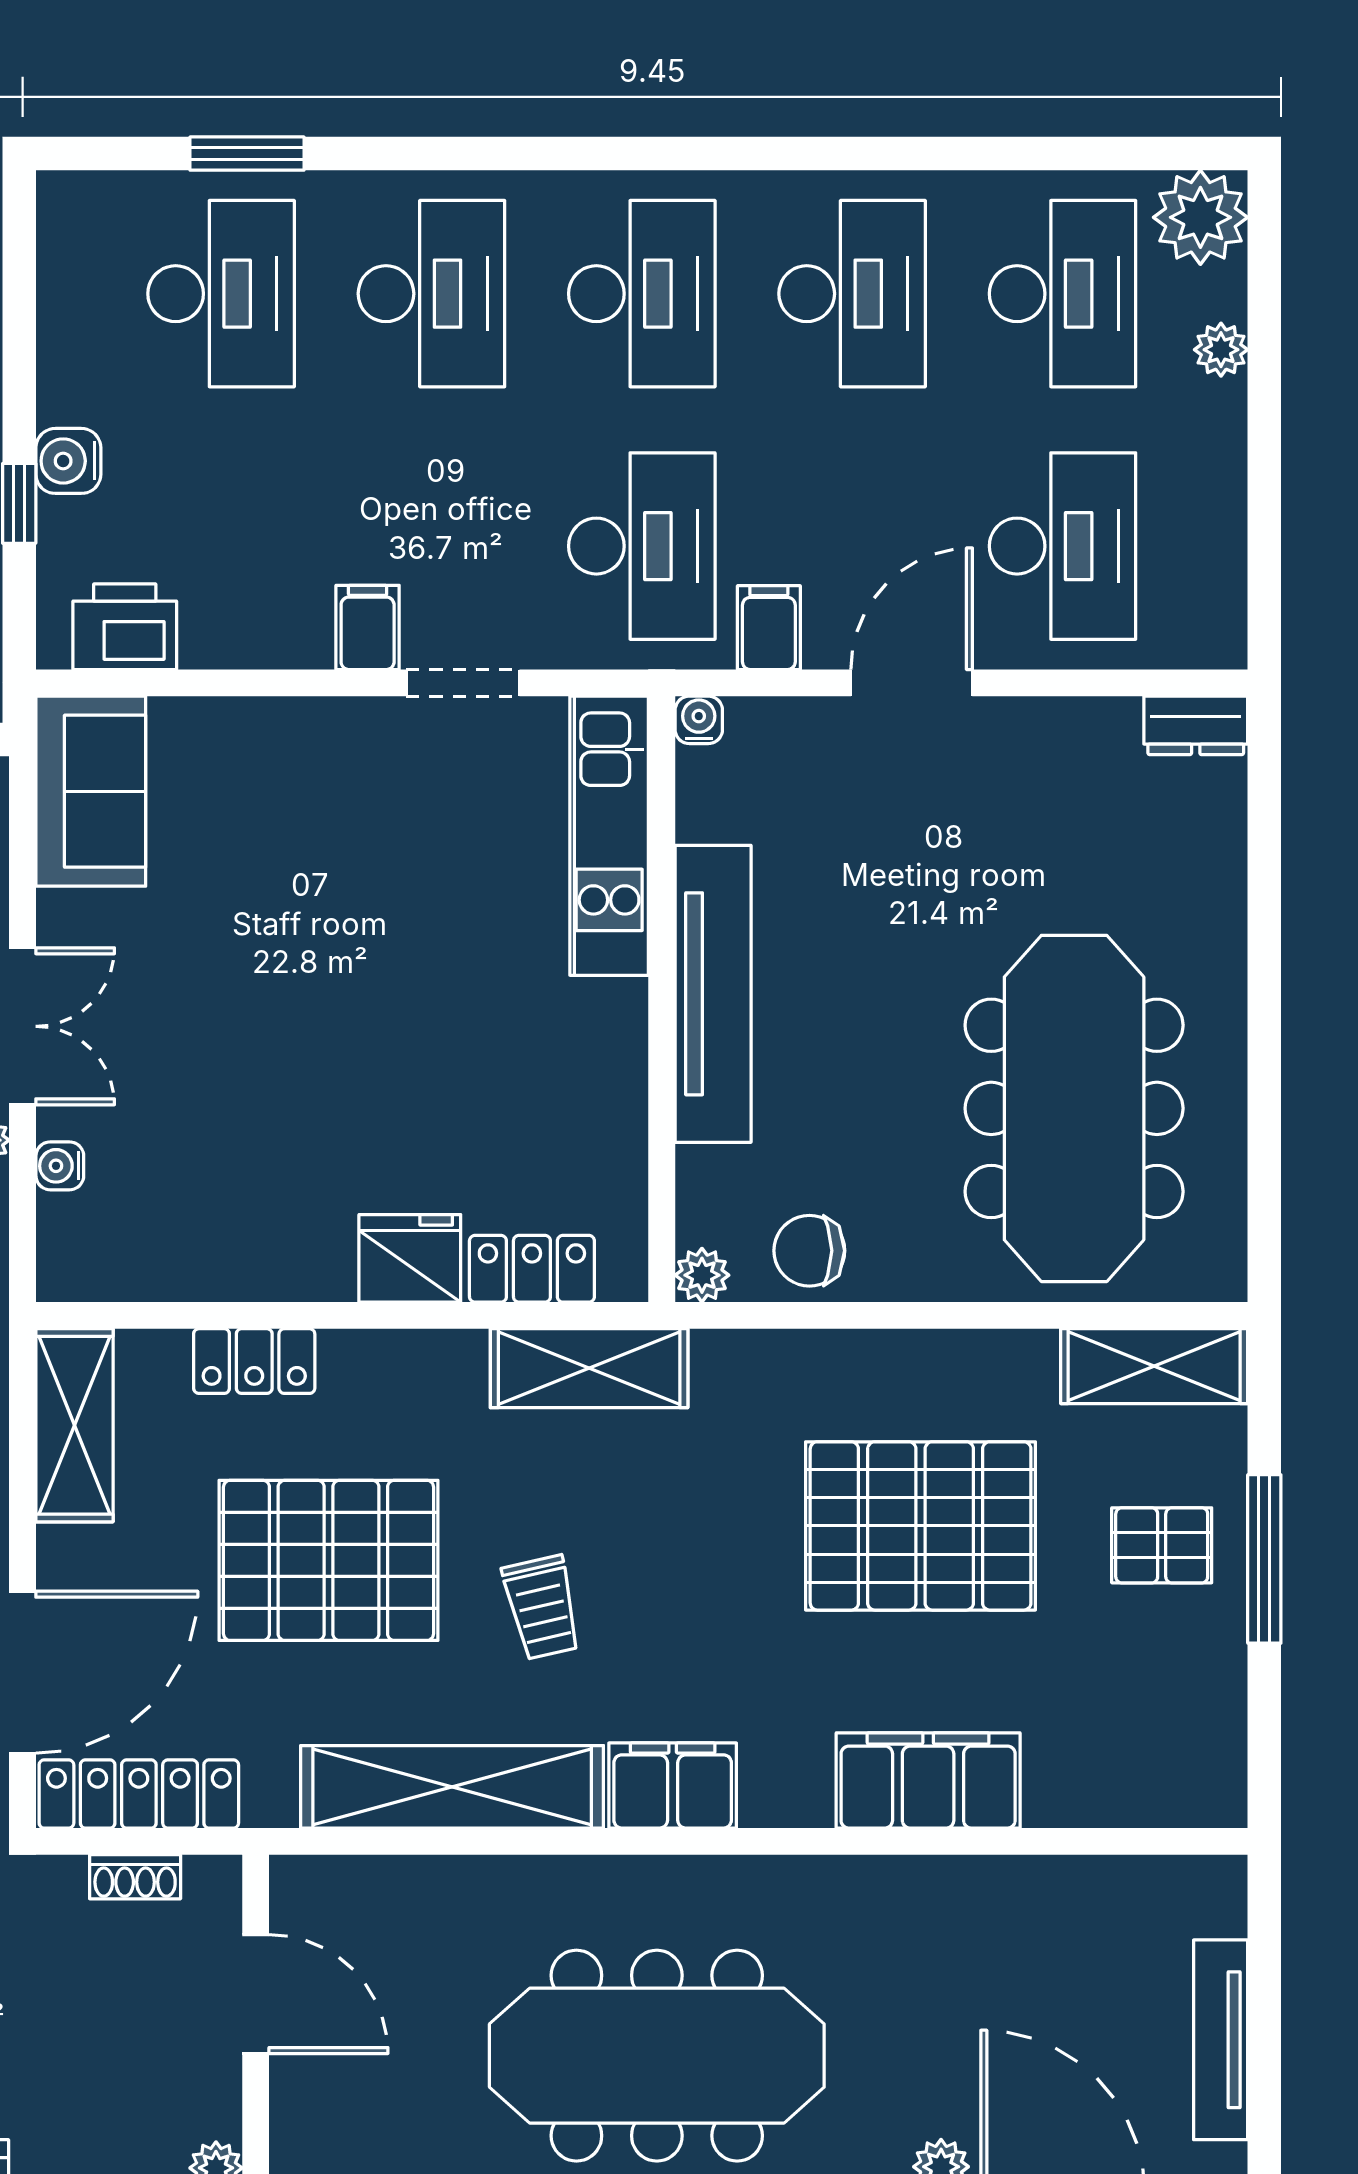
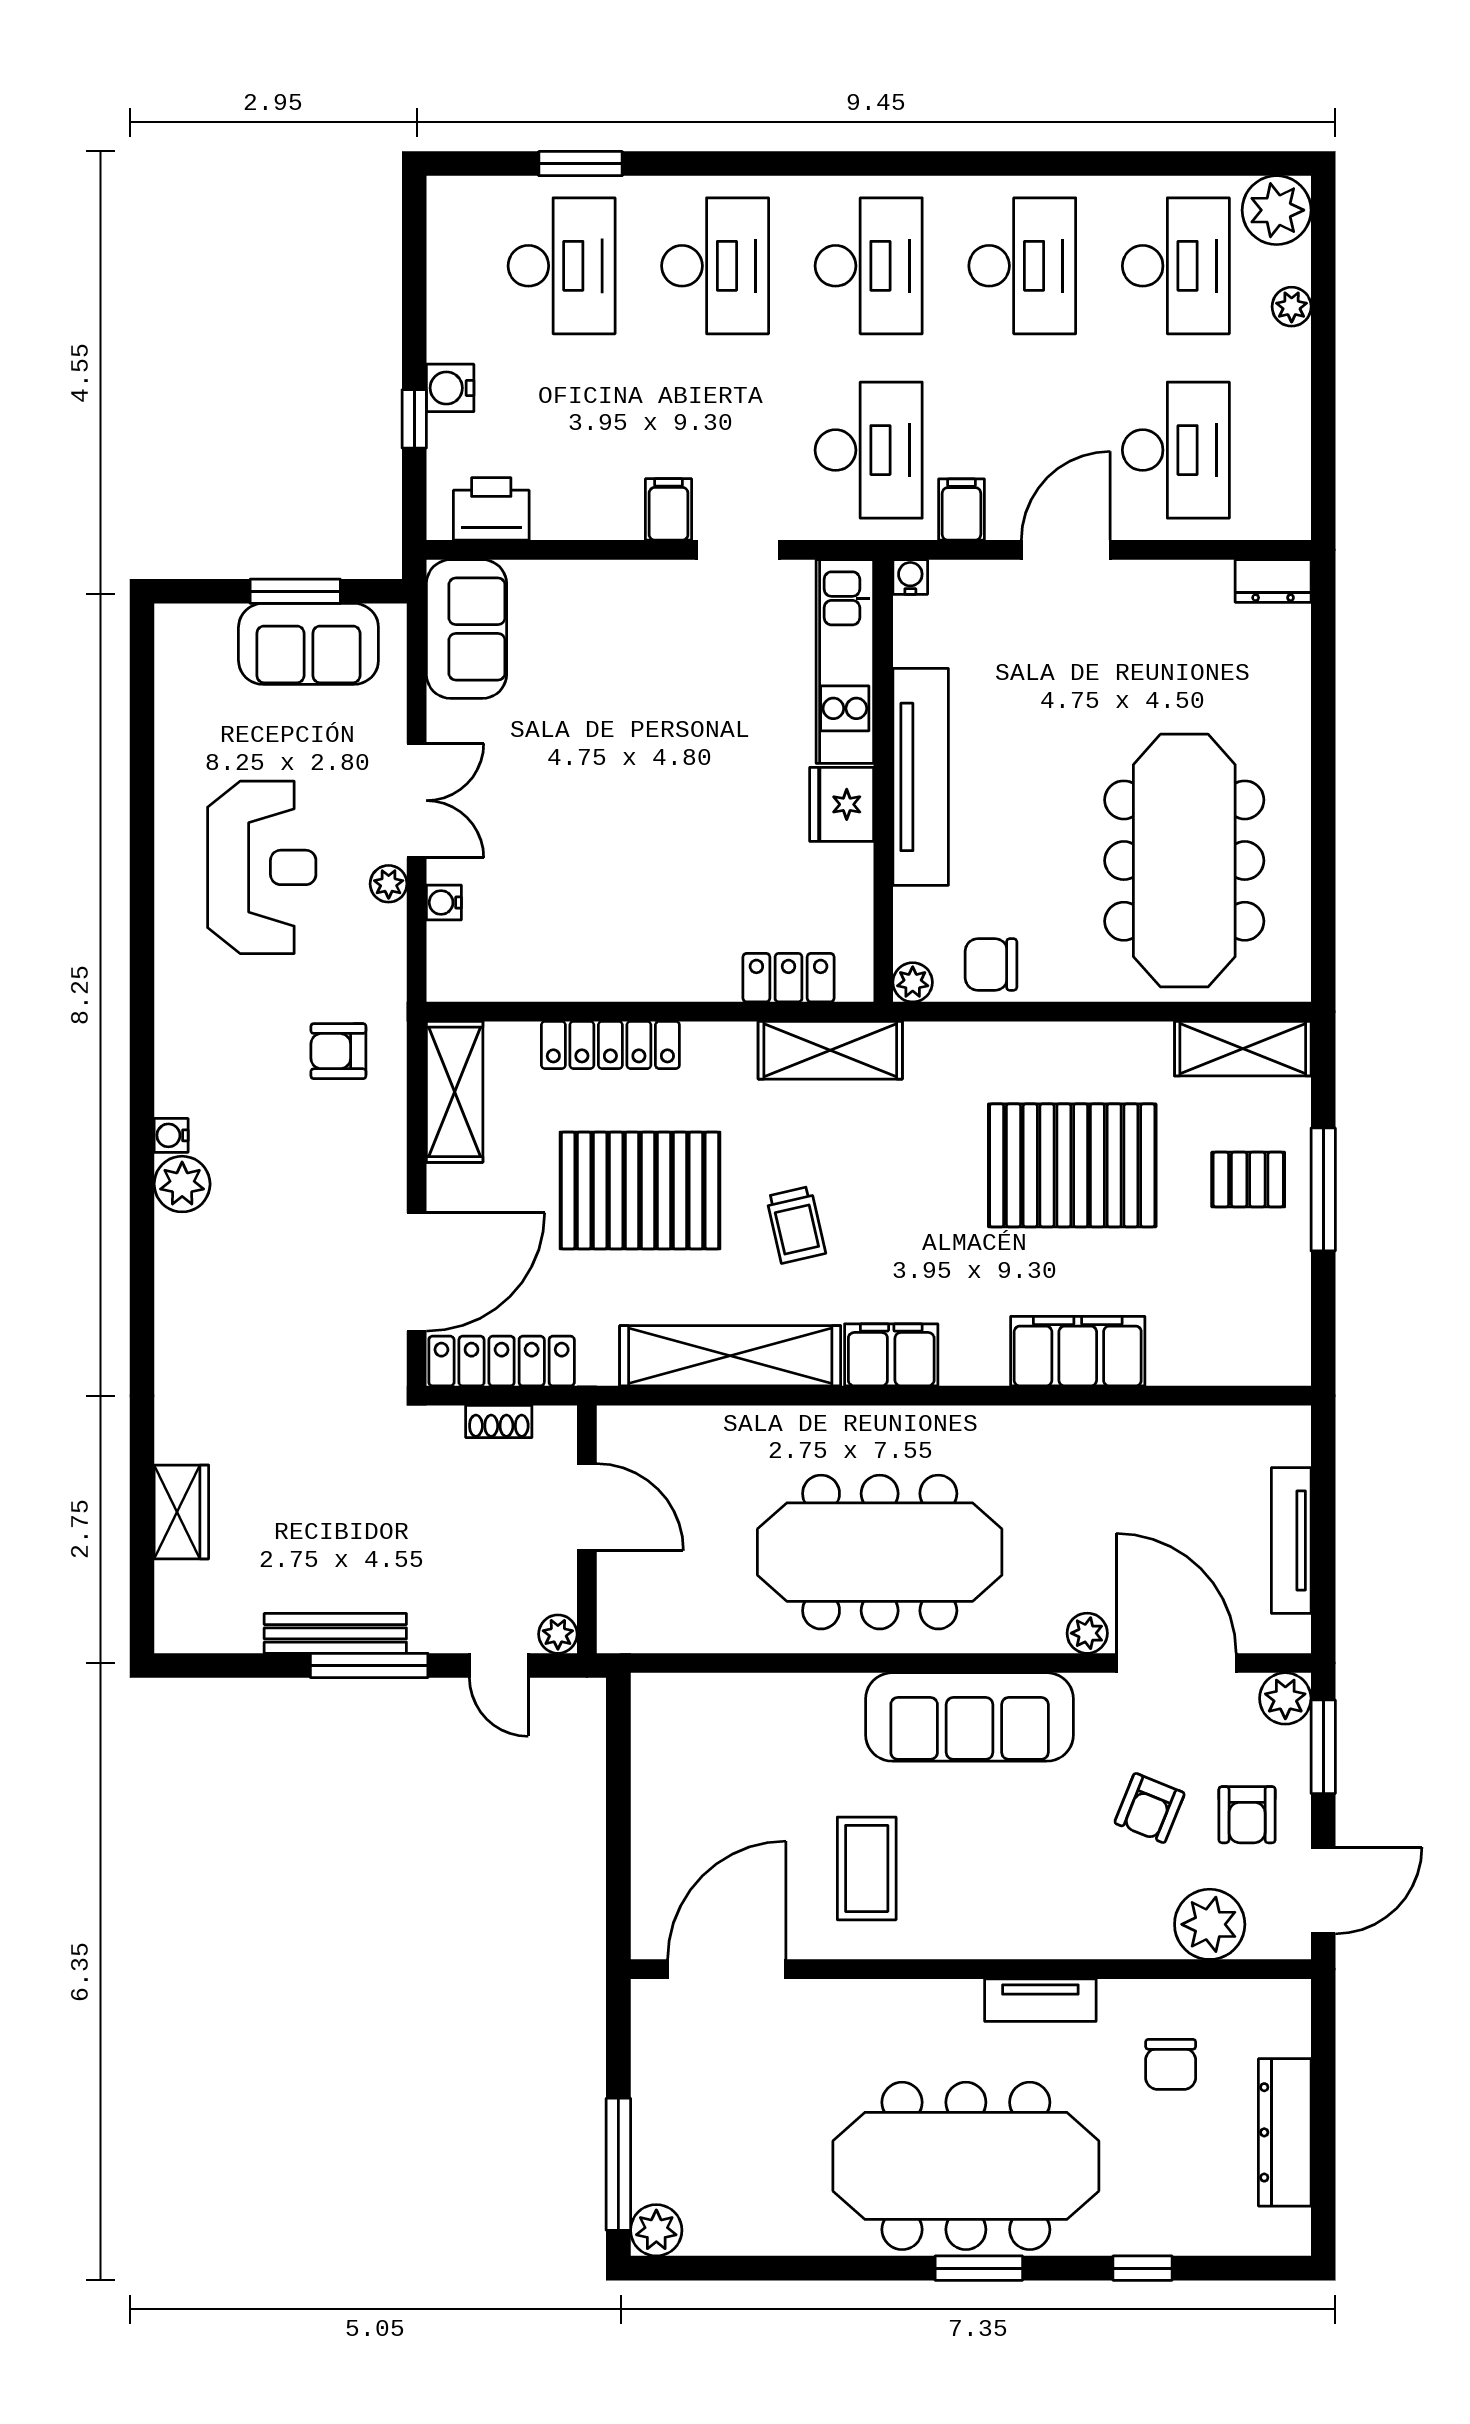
fridge: (410, 1258) -> (842, 804), moved, turned -90
locker: (254, 1361) -> (610, 1045), width x1.53

